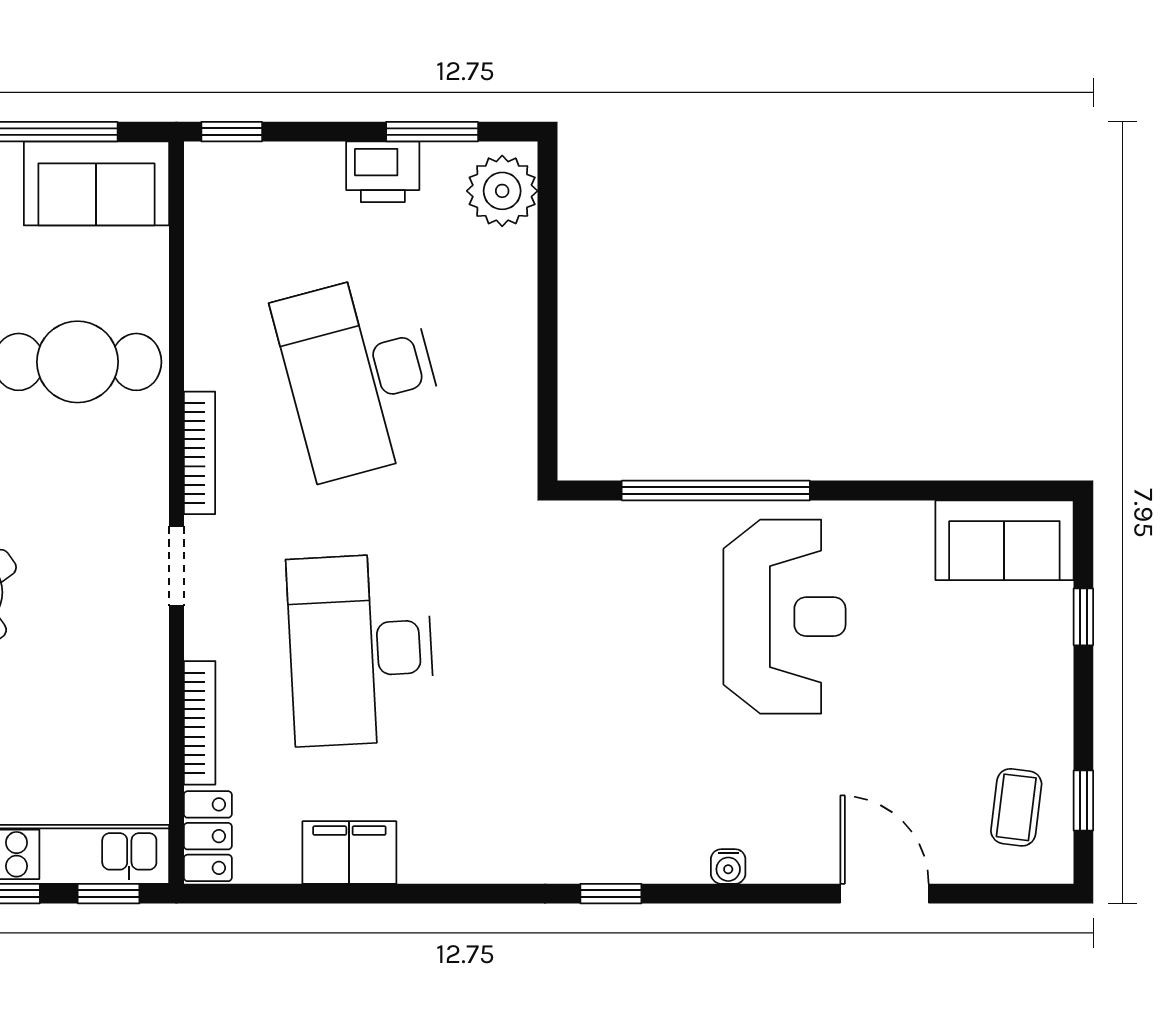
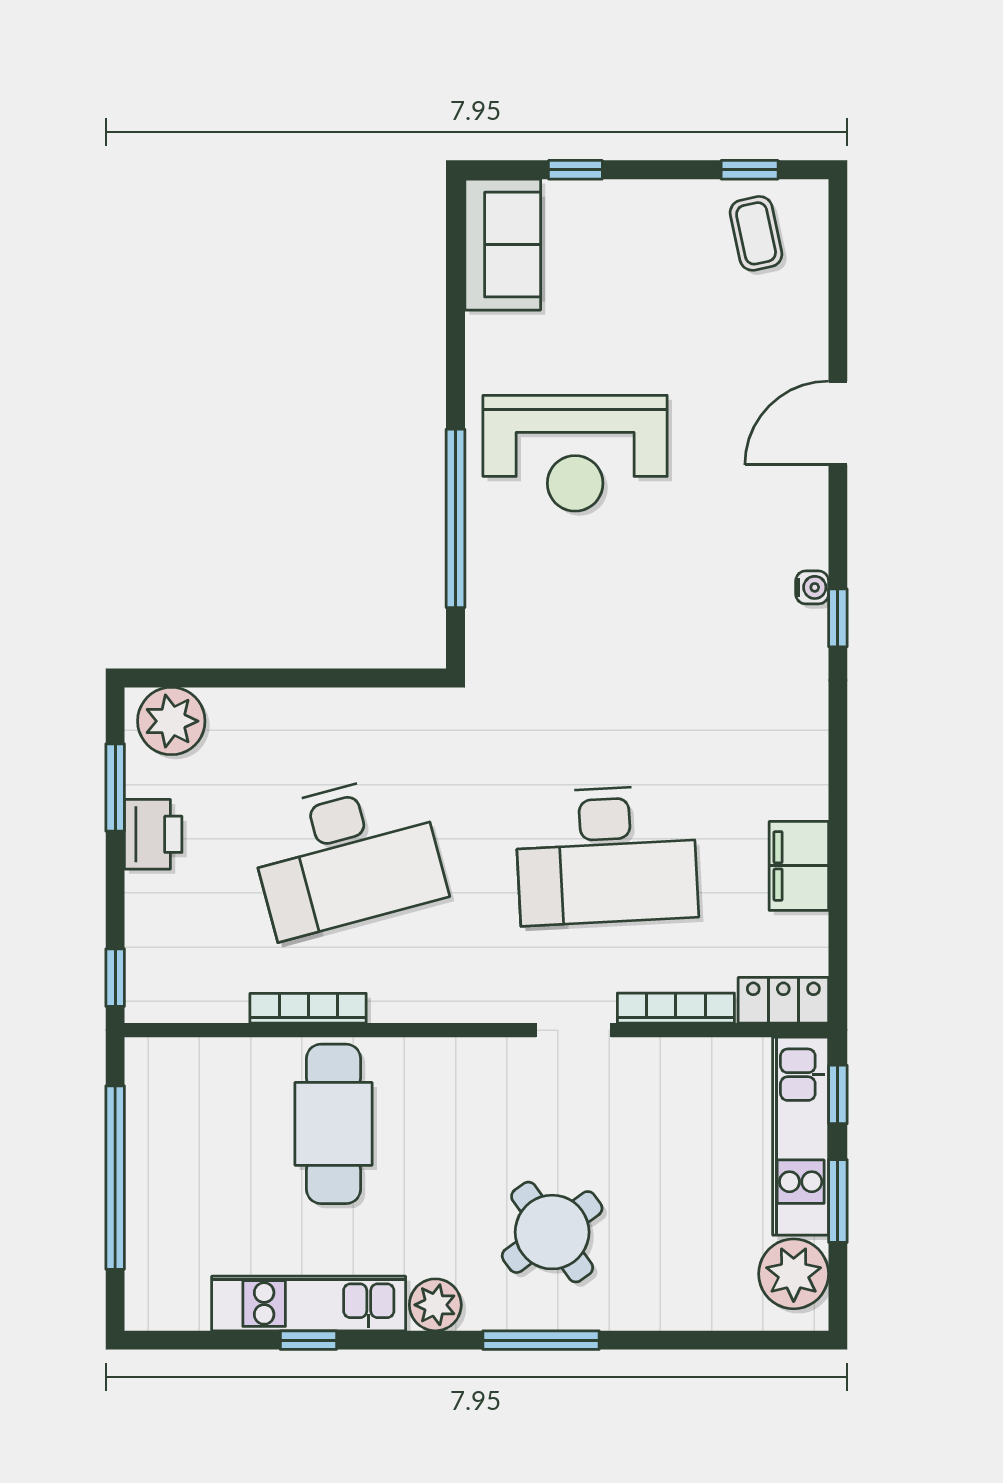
sofa: (96, 183) -> (164, 1106), removed
bookcase: (199, 453) -> (308, 1008), moved
doorway: (176, 566) -> (574, 1030), moved
reception desk: (784, 617) -> (575, 453), turned 180
coffee table: (1016, 807) -> (756, 233), turned 71
water cooler: (728, 866) -> (812, 587), moved
door: (885, 894) -> (838, 423), moved

